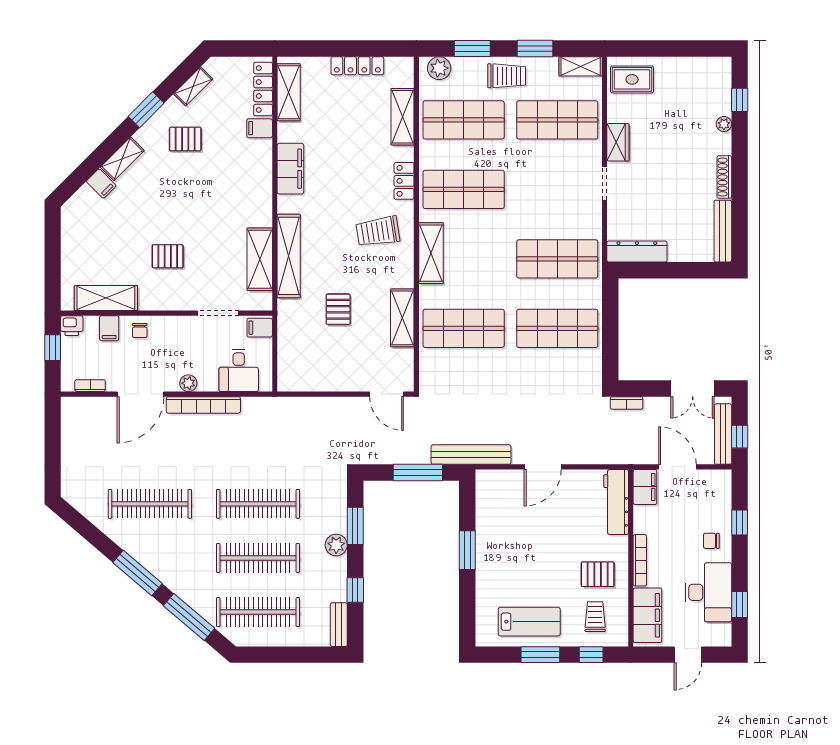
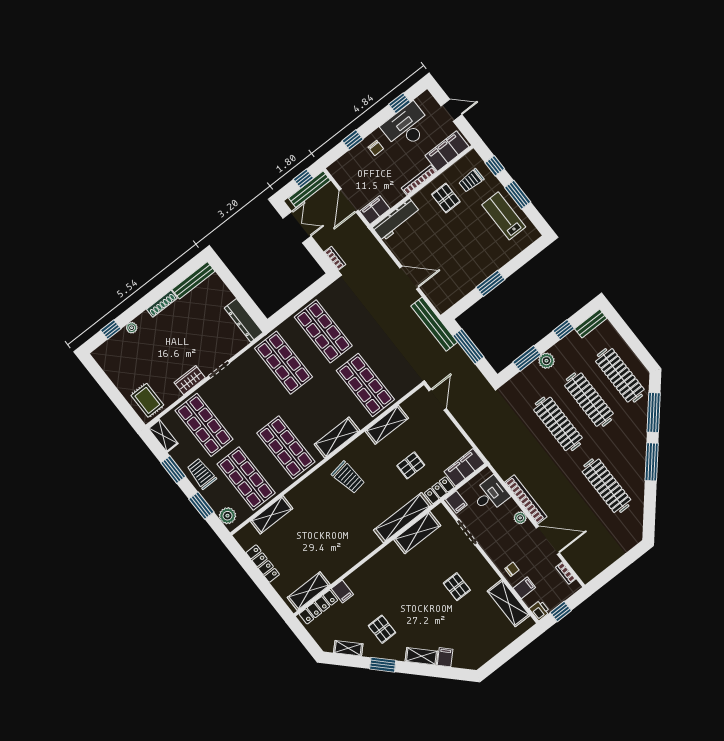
filing cabinet: (290, 169) -> (464, 467), moved
locker: (404, 181) -> (439, 490), moved, turned 180

